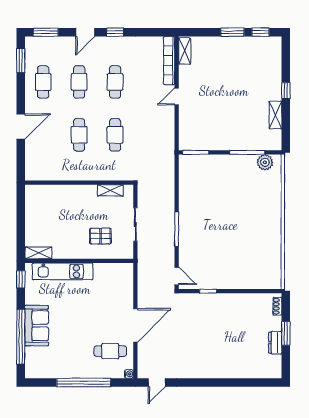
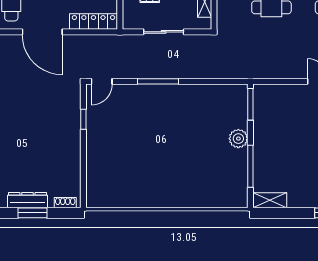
shelving: (275, 115) -> (270, 200), moved
plant: (265, 162) -> (238, 139), moved
locker: (127, 283) -> (93, 21), added
dresser: (275, 343) -> (27, 200), width x1.44

